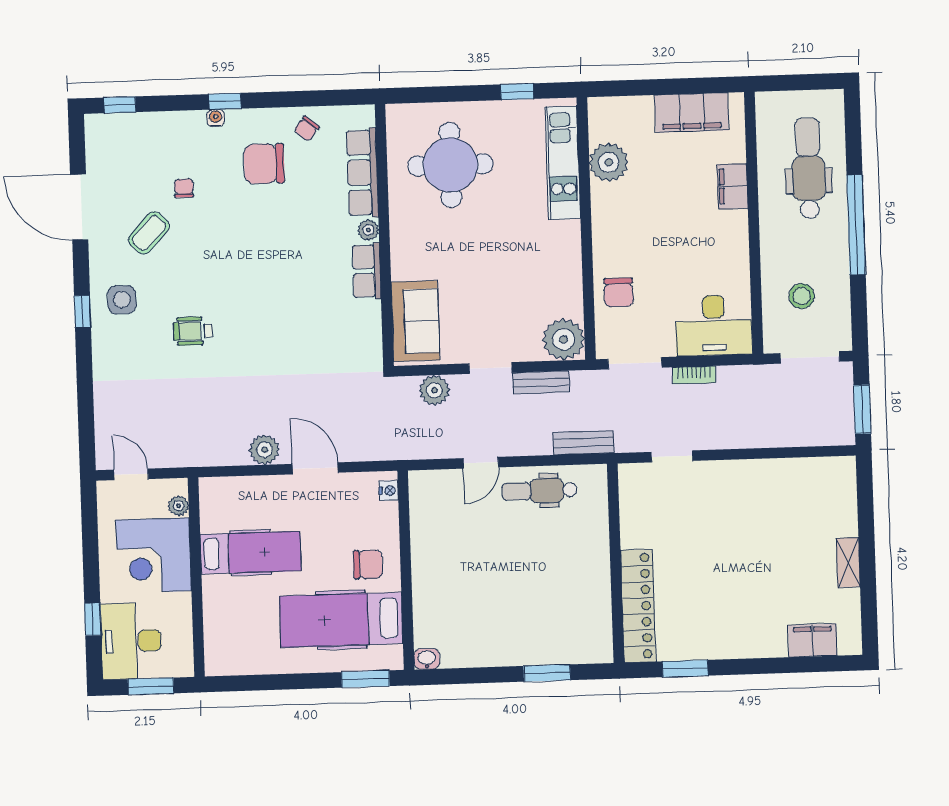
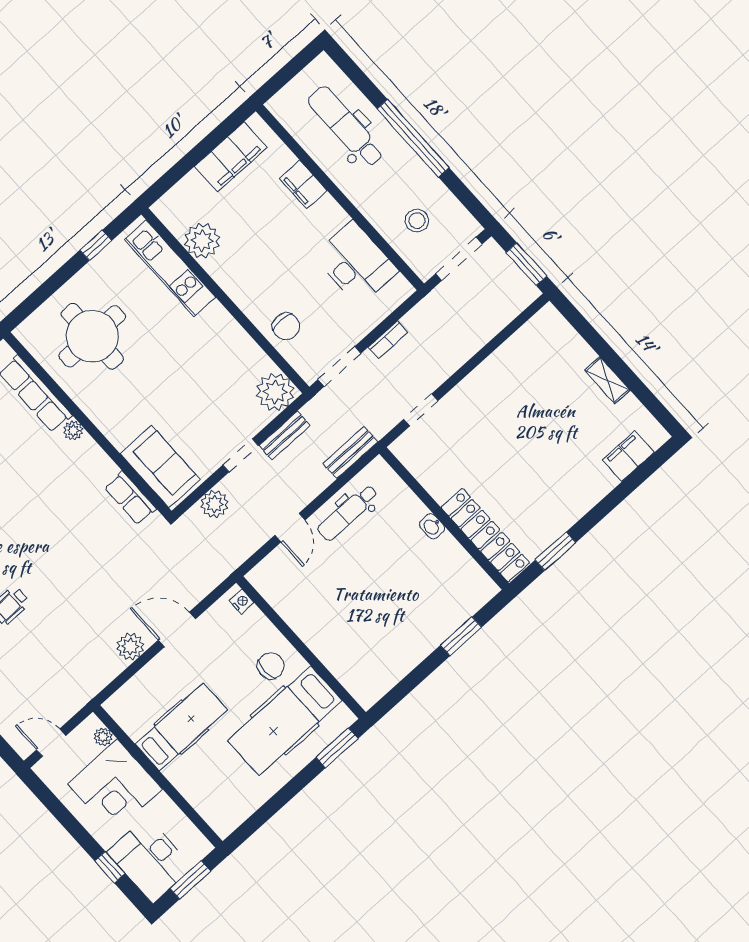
row of seats: (367, 271) -> (130, 498), moved
desk: (714, 325) -> (356, 263), moved, turned -90
washbasin: (427, 659) -> (432, 526), moved, turned -90

